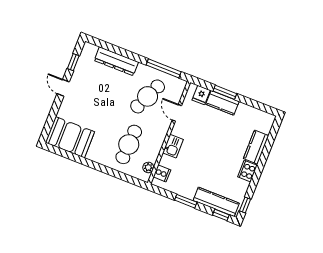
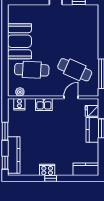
dresser: (116, 61) -> (92, 35), removed
booth: (70, 137) -> (20, 41), moved
kitchen counter: (256, 147) -> (86, 169), moved
window: (245, 205) -> (51, 178), moved

